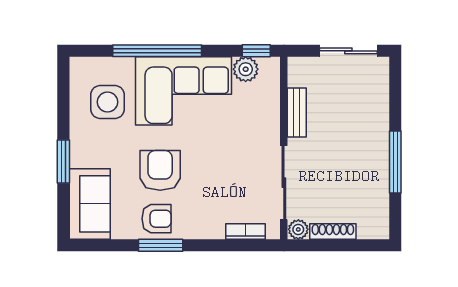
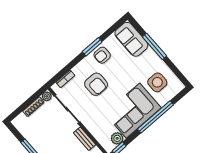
window: (63, 162) -> (155, 46), width x1.44
armchair: (160, 170) -> (96, 84), moved

